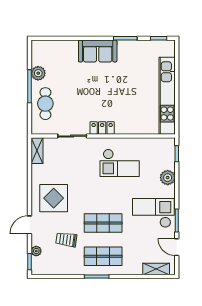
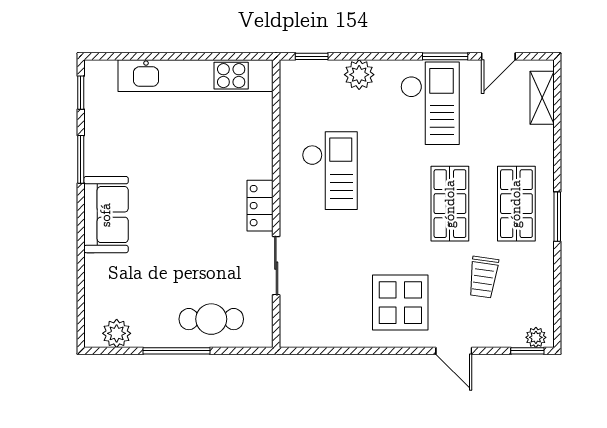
plant: (38, 73) -> (117, 333), moved
shelving: (37, 151) -> (305, 336), removed
checkout: (153, 213) -> (430, 103), turned 180
plant: (36, 251) -> (536, 337), moved

